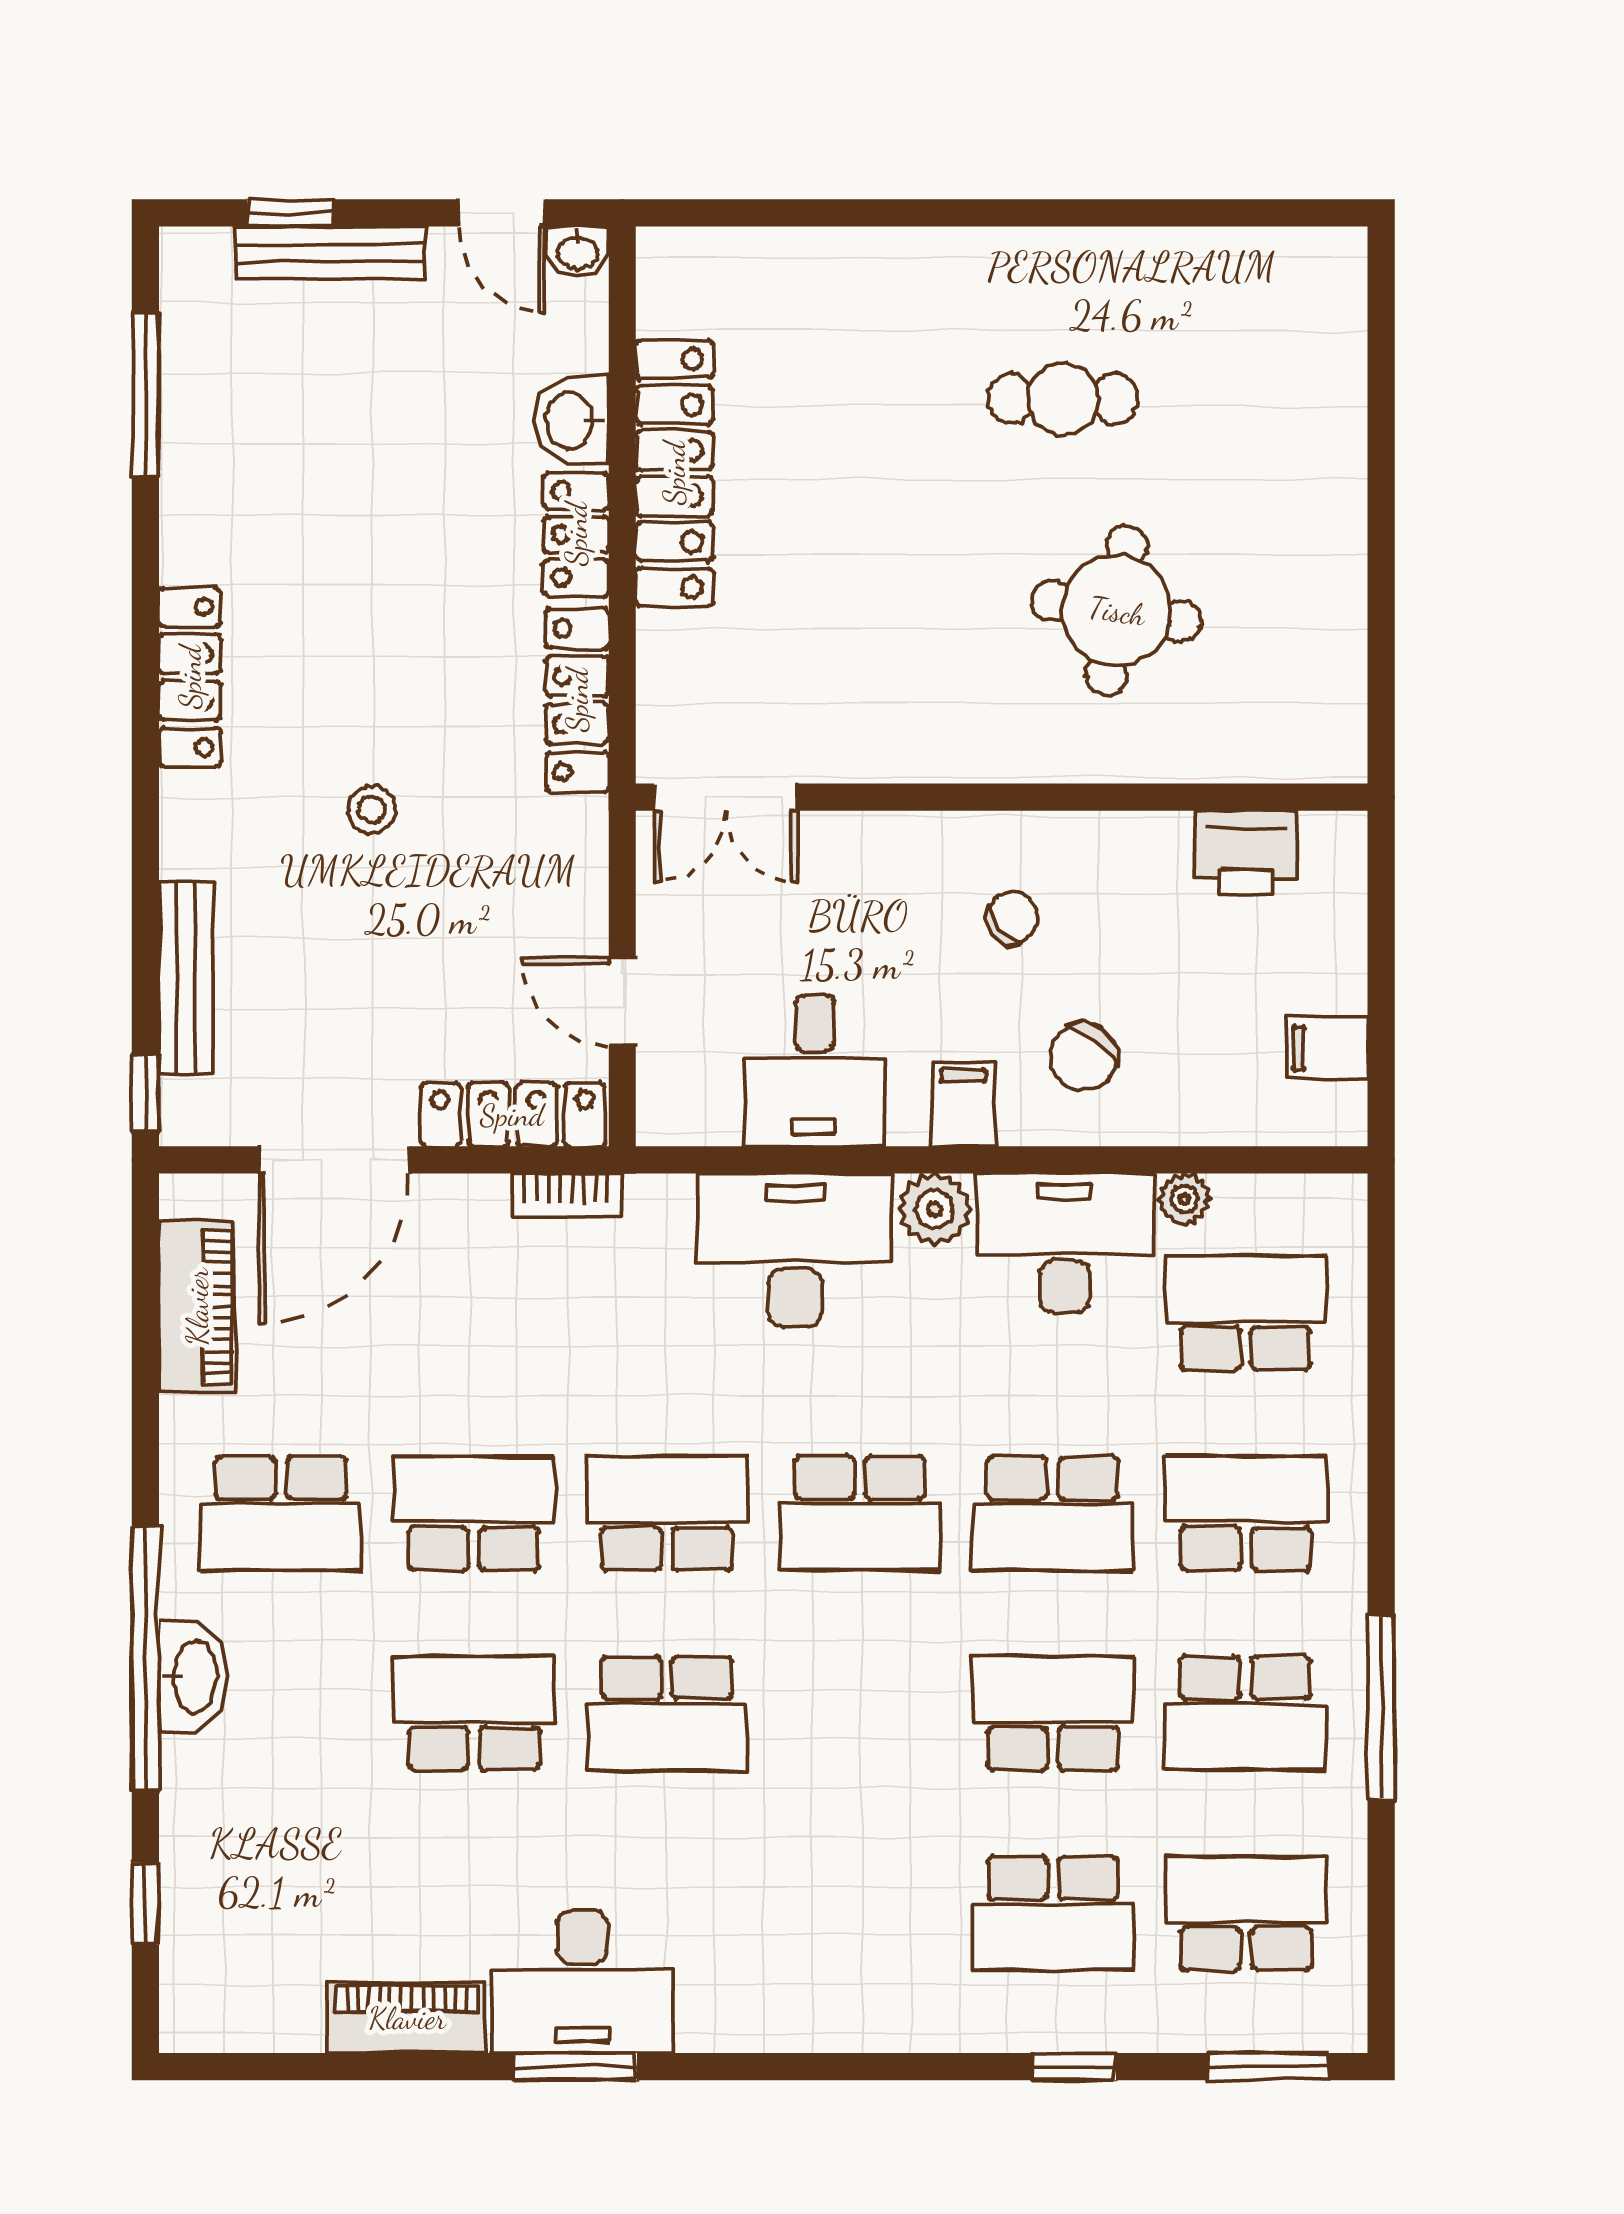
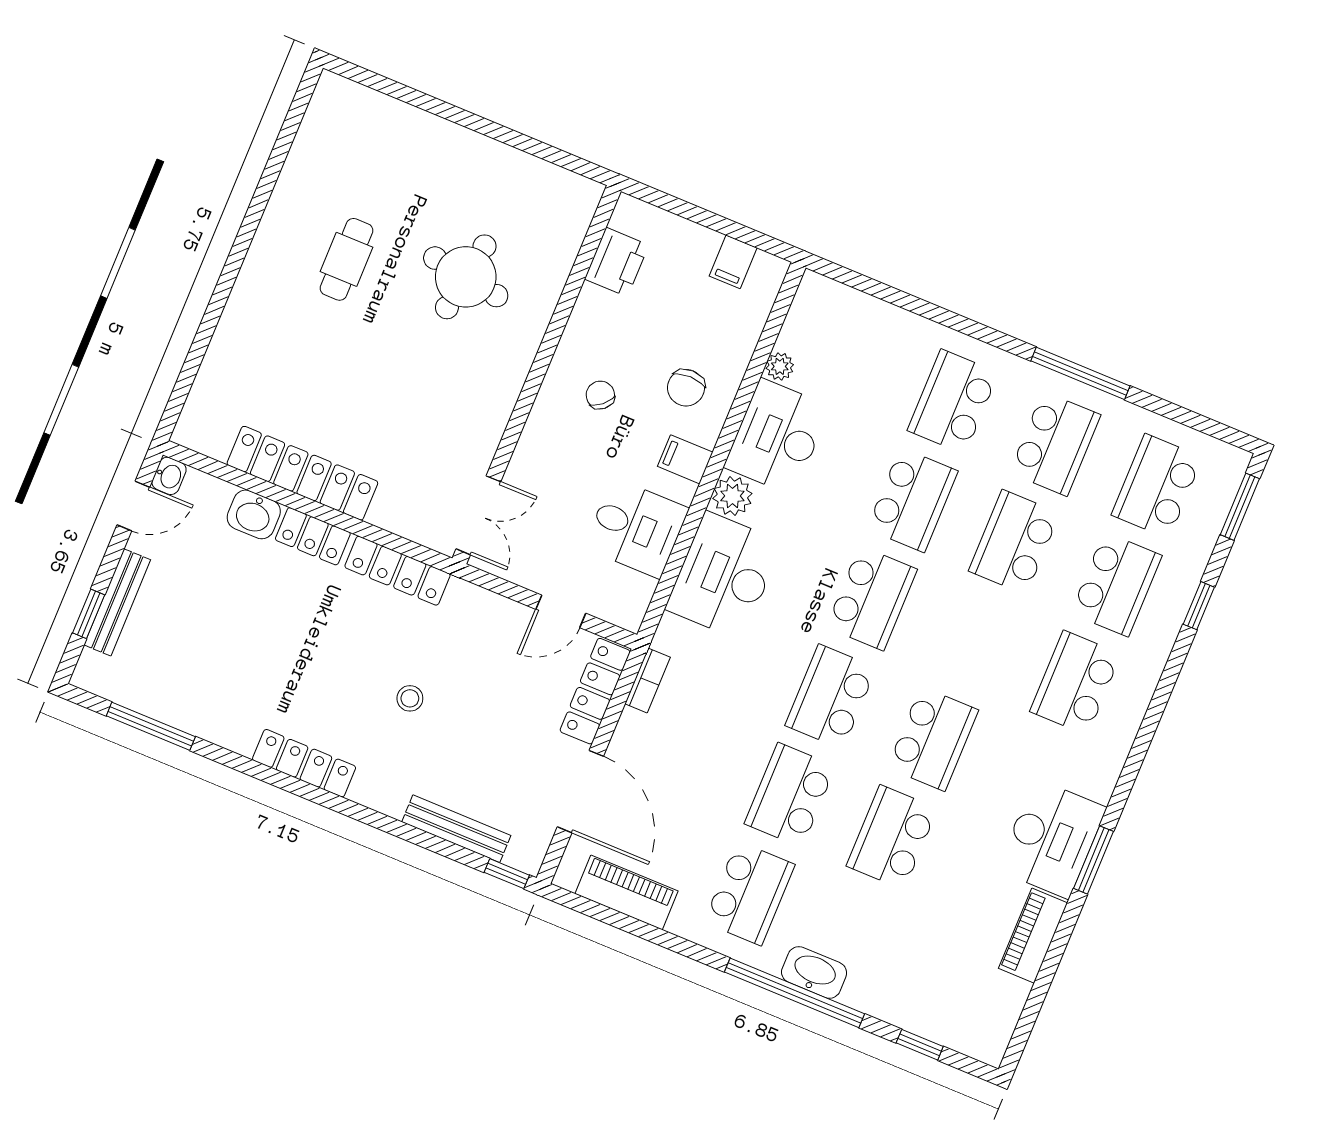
chair: (1084, 1057) -> (686, 388), turned 53
school desk: (1246, 1313) -> (1075, 683), moved

